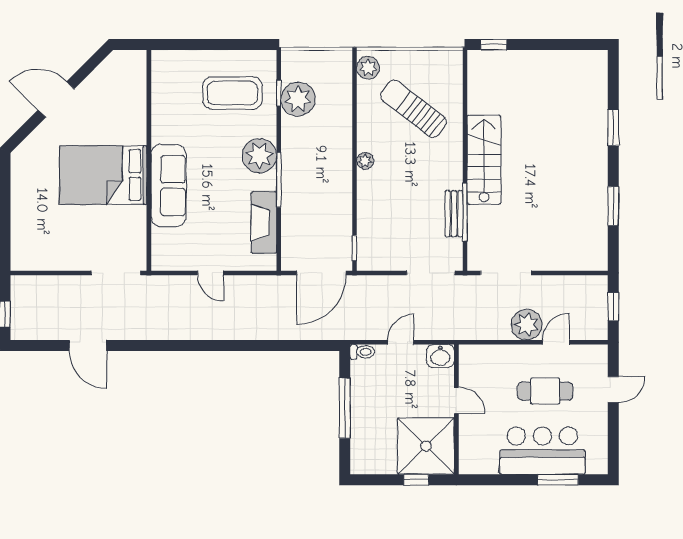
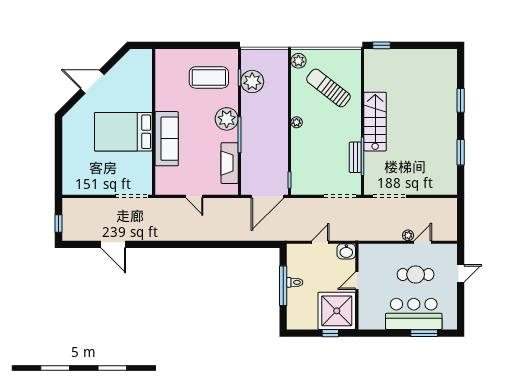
window: (613, 307) -> (461, 219), removed
plant: (527, 325) -> (408, 235), width x0.53, depth x0.53
toilet: (362, 352) -> (295, 282), moved
door: (456, 400) -> (357, 281), swing flipped

